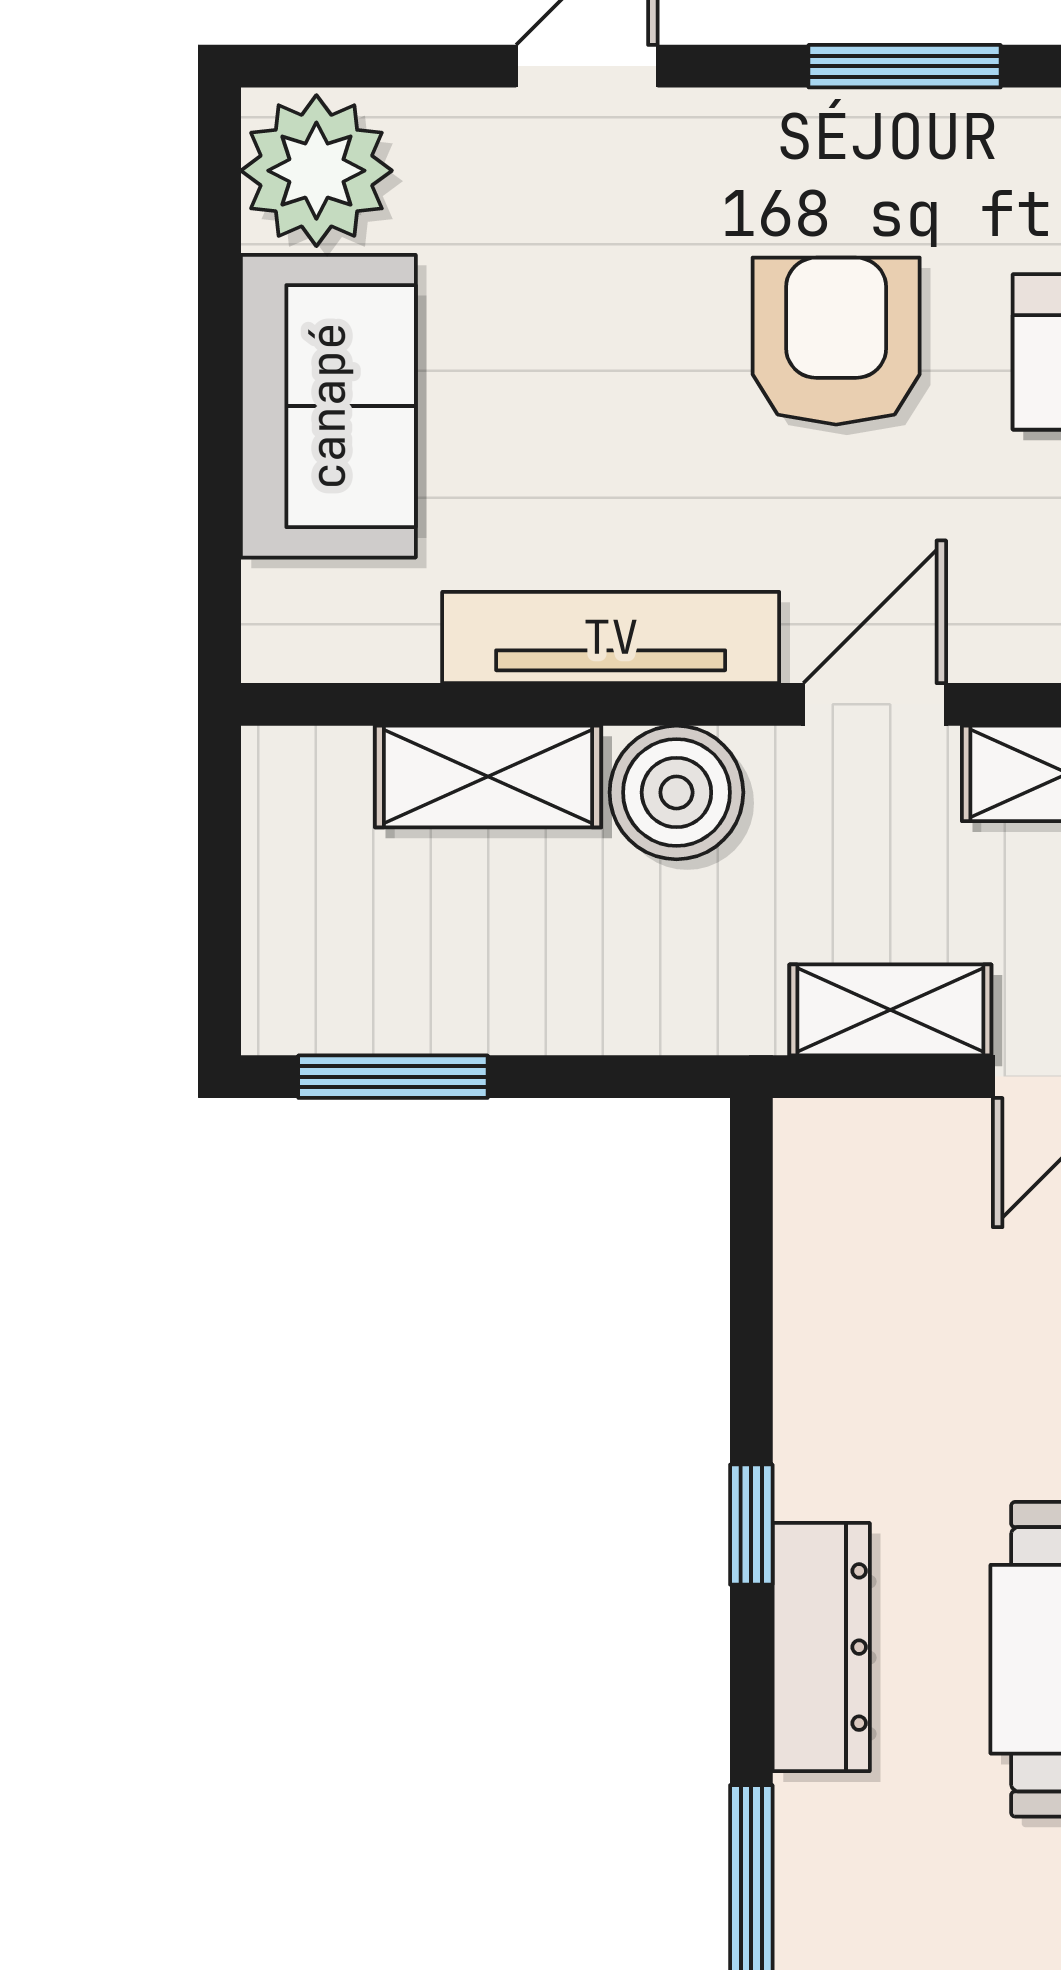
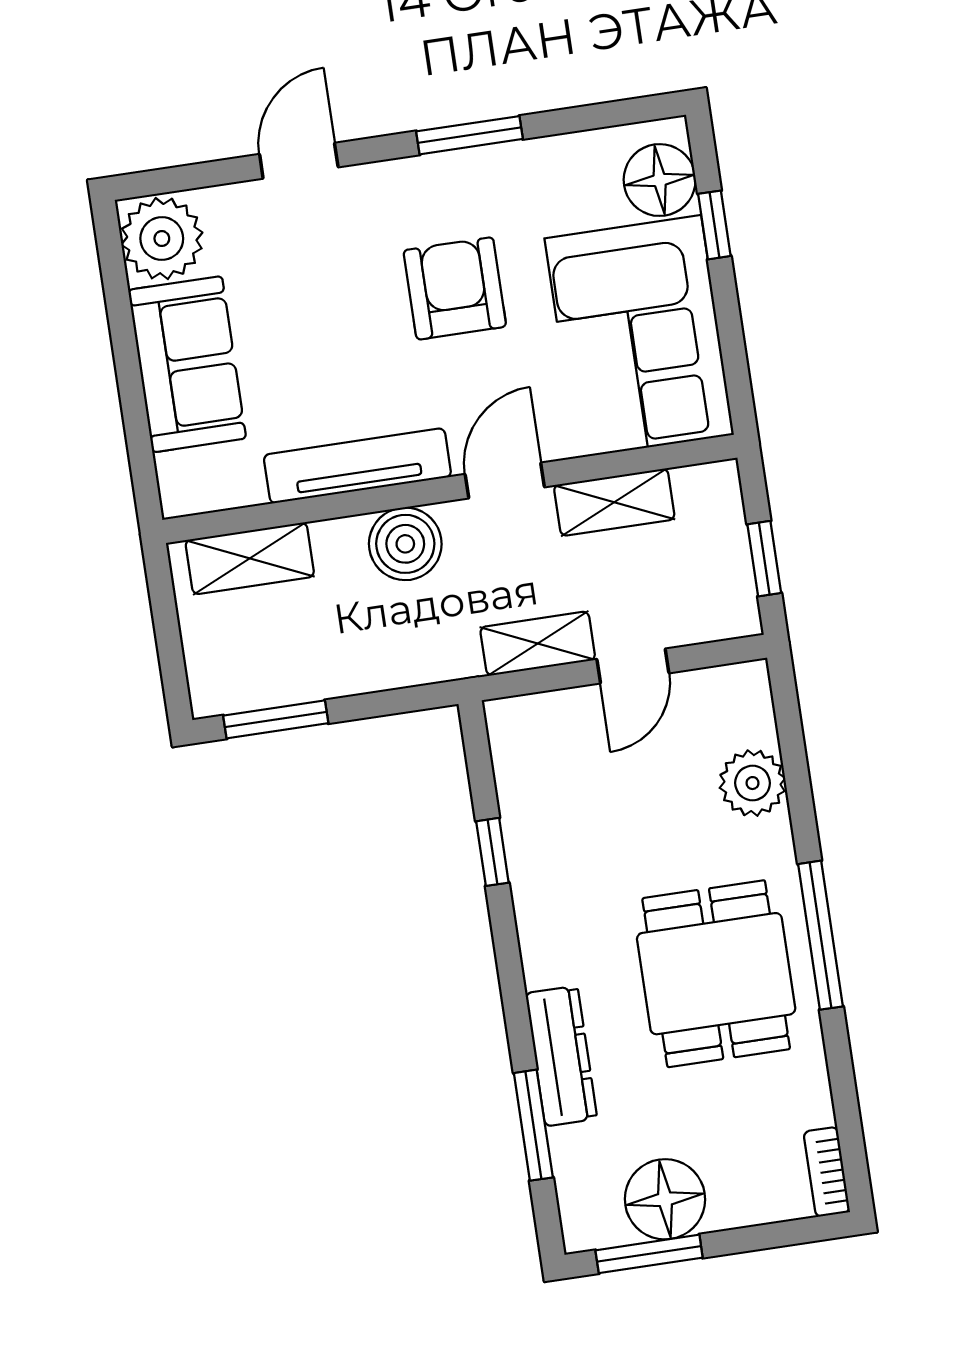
shelving: (488, 777) -> (250, 558), moved
window: (751, 1525) -> (492, 852), moved
dresser: (821, 1647) -> (561, 1056), moved

